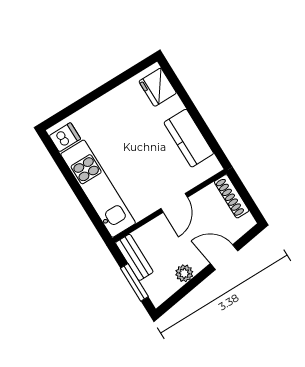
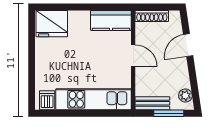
fridge: (158, 87) -> (52, 24), width x1.36, depth x1.34
kitchen counter: (189, 138) -> (111, 20), moved
plant: (184, 273) -> (185, 95), moved

